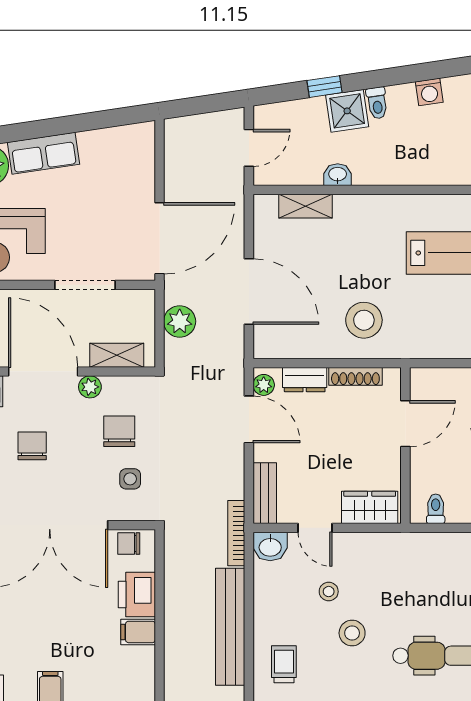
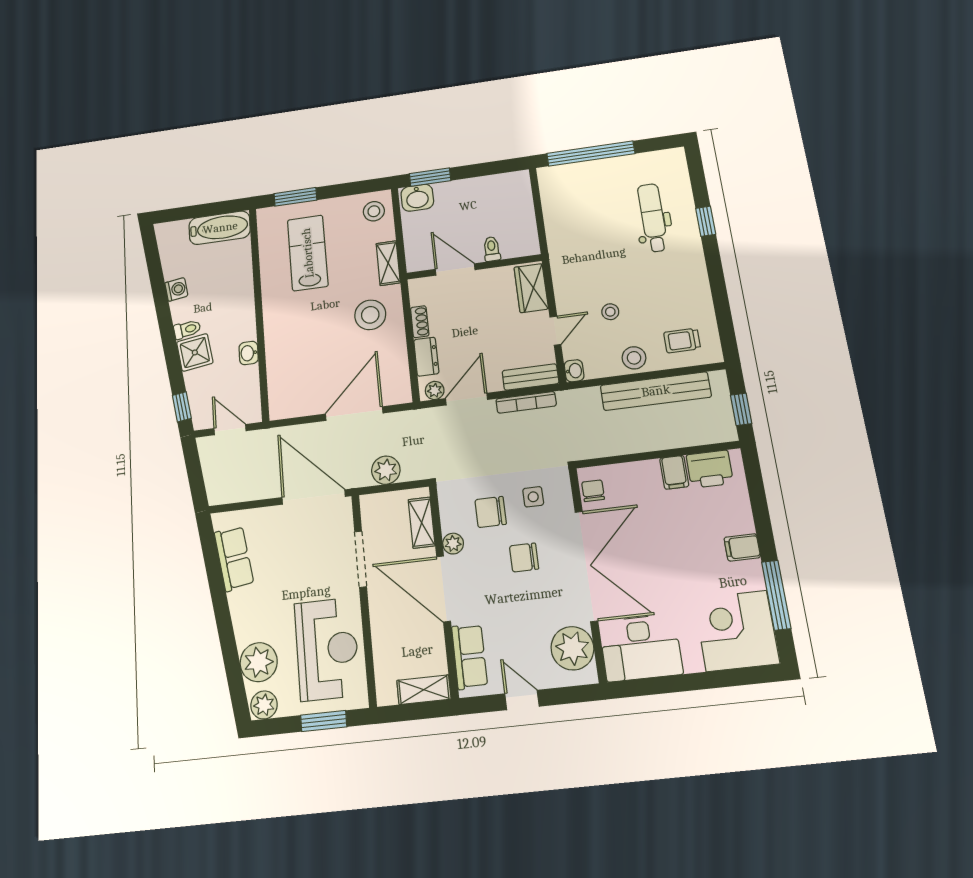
window: (325, 87) -> (182, 407), moved
row of seats: (44, 153) -> (234, 558), moved
shelving: (305, 206) -> (388, 263), moved
door: (43, 371) -> (444, 589), hinge flipped
shoe rack: (355, 376) -> (420, 322), width x0.70
chair: (32, 446) -> (524, 557), moved
toilet: (436, 509) -> (492, 249), moved, turned 90
bookcase: (236, 533) -> (526, 402), moved
chair: (129, 544) -> (593, 491), turned 180
washbasin: (270, 547) -> (574, 371), width x0.72, depth x0.69
printer: (137, 594) -> (710, 469), moved
stool: (352, 633) -> (634, 358), moved

